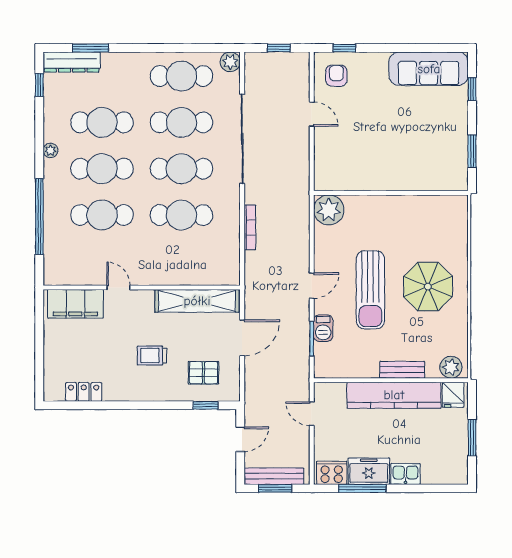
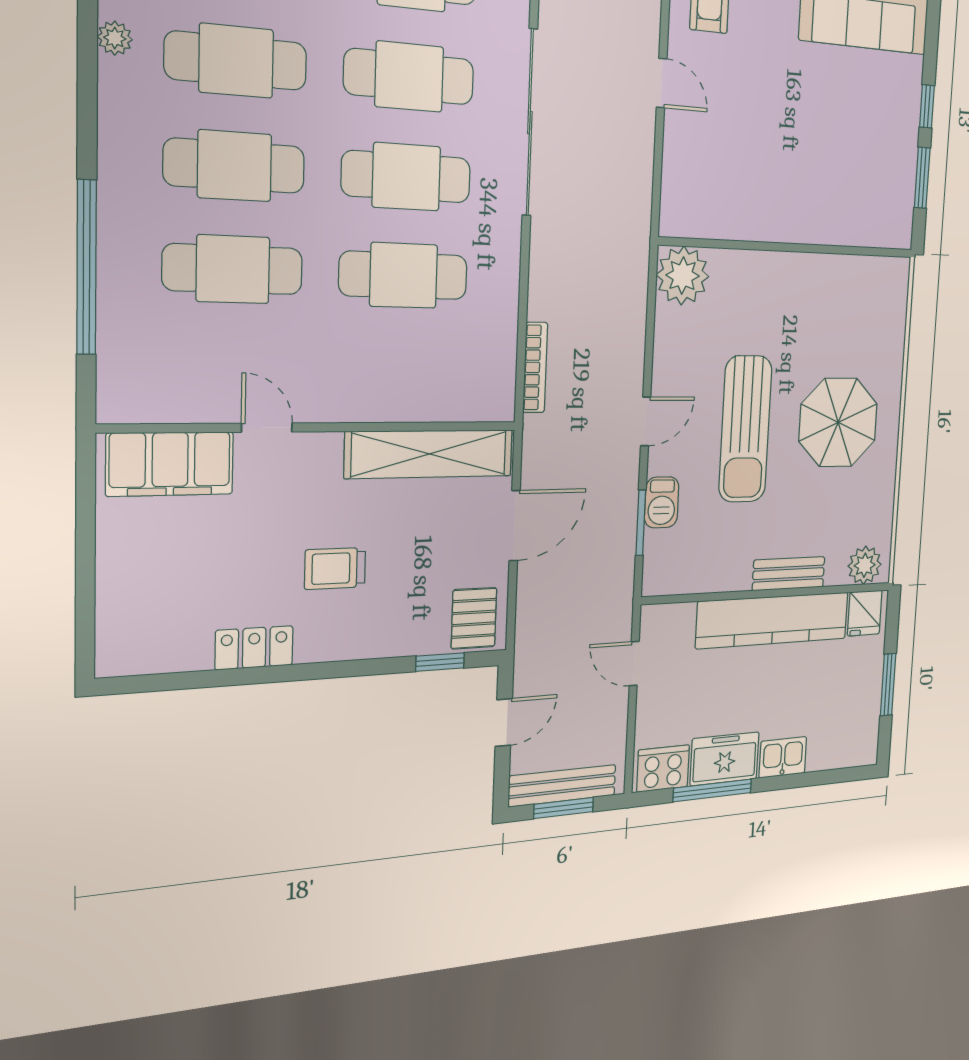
window: (472, 89) -> (927, 106), moved
plant: (50, 150) -> (115, 38), moved
bookcase: (250, 227) -> (535, 367), moved
pallet: (204, 373) -> (474, 618), moved, turned 90
locker: (84, 392) -> (254, 648), moved

